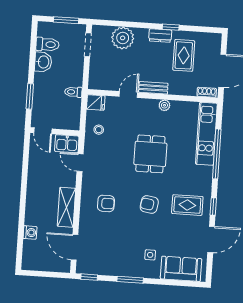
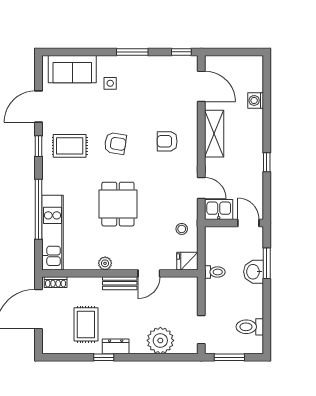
washbasin: (43, 62) -> (254, 272), moved
window: (24, 180) -> (267, 162), added

